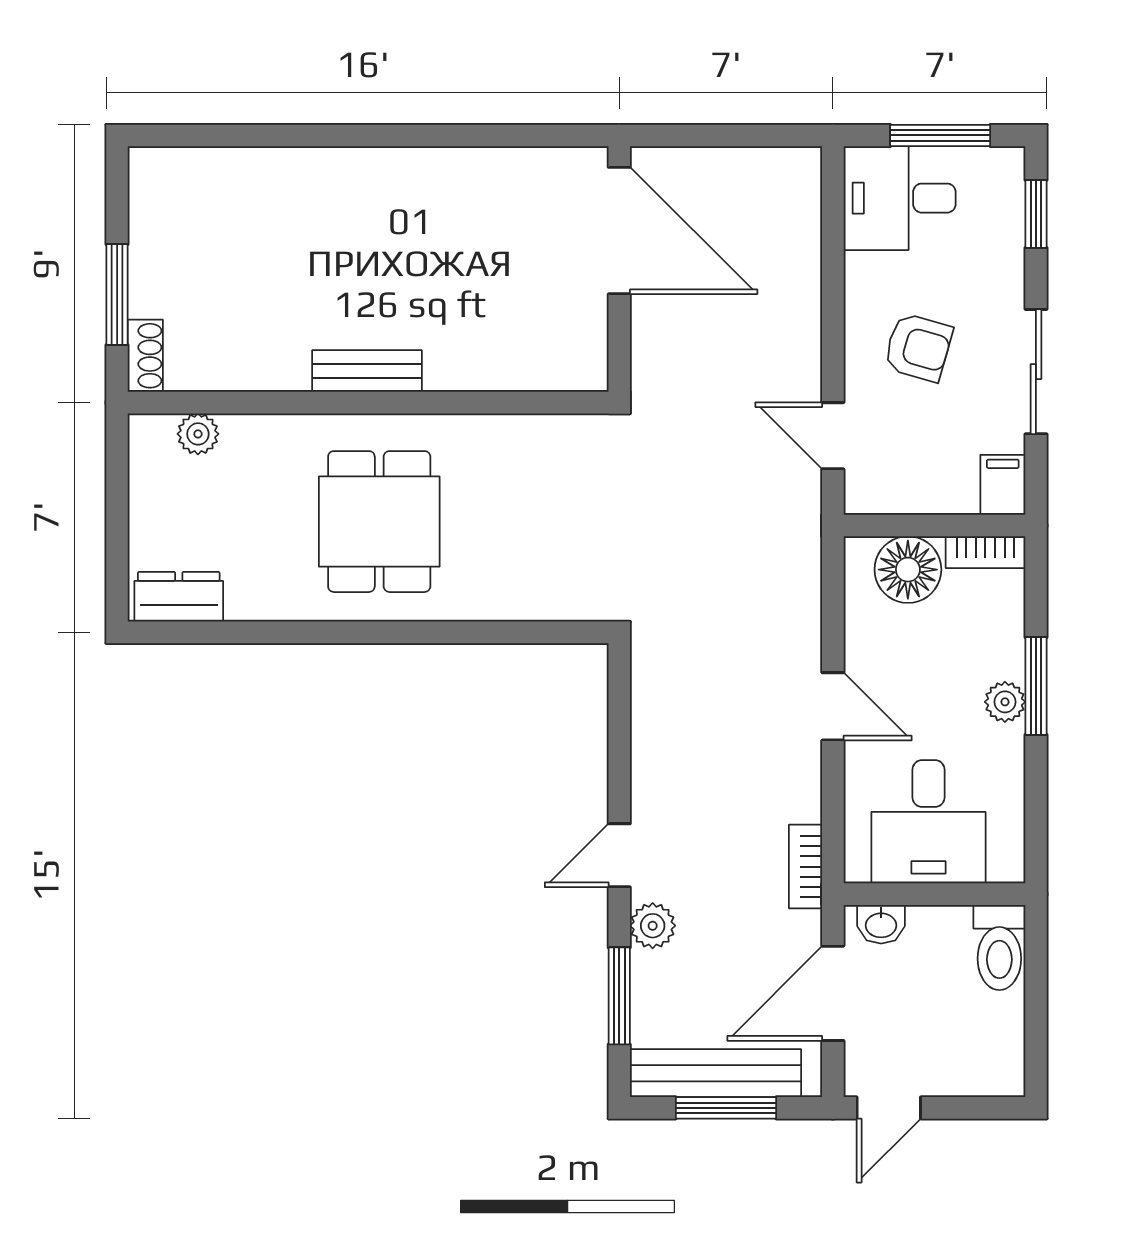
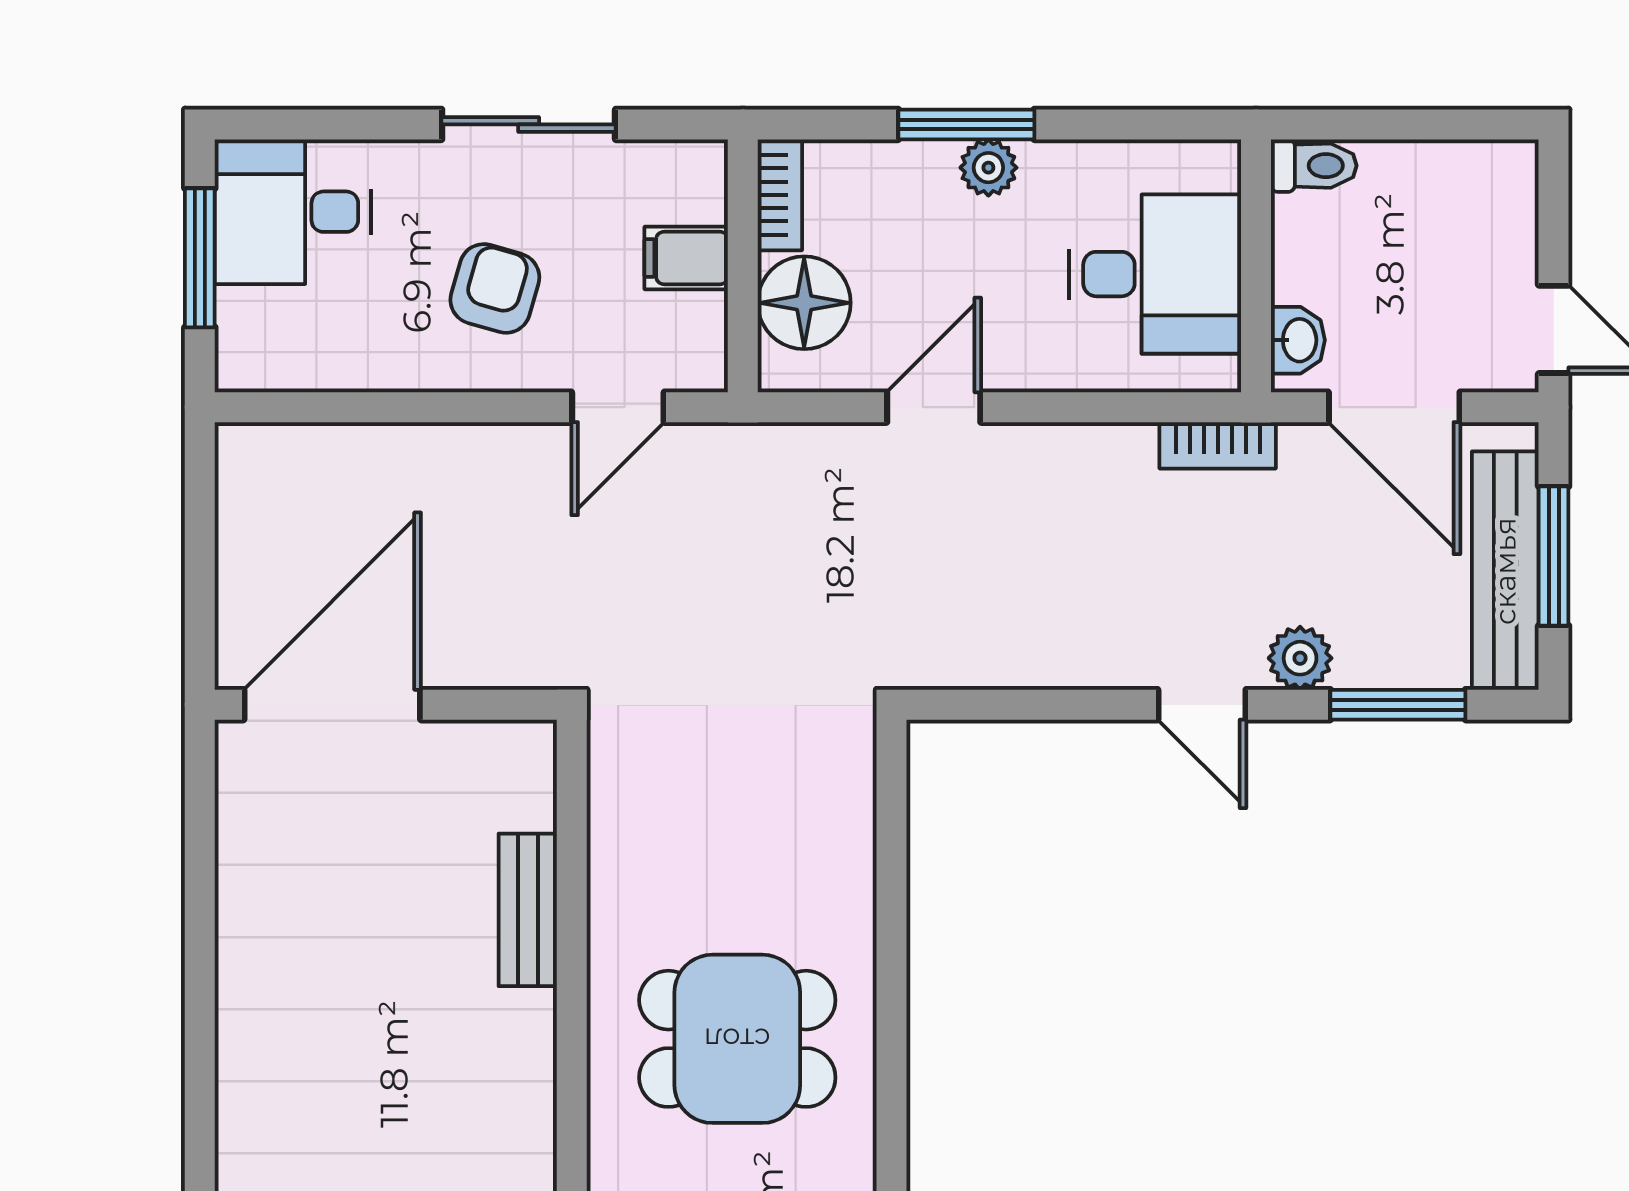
desk: (900, 198) -> (293, 212), moved, turned 90
window: (1036, 214) -> (309, 124), removed
bench: (367, 371) -> (528, 910), moved
filing cabinet: (1003, 485) -> (686, 258), moved
door: (833, 706) -> (934, 407), moved
toilet: (999, 947) -> (1314, 166), width x0.73, depth x0.72

